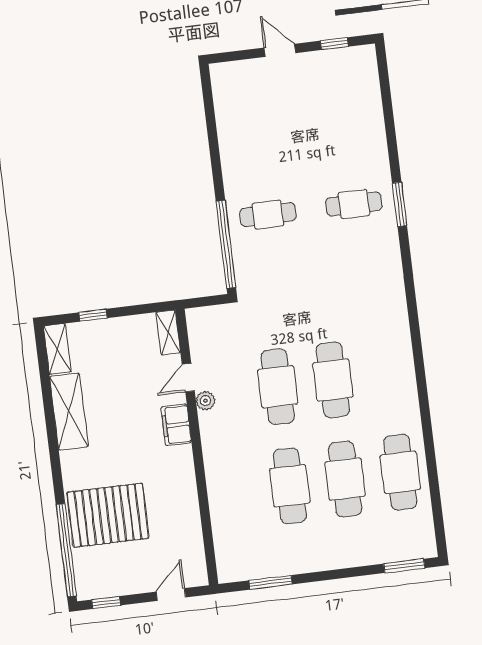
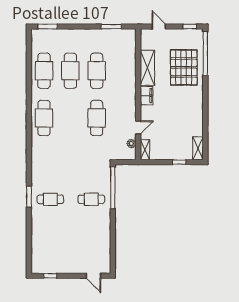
door: (280, 50) -> (93, 276), moved
cafe table: (333, 380) -> (44, 118), moved
plant: (205, 401) -> (131, 144), moved
shelving: (69, 412) -> (147, 68), moved
filing cabinet: (176, 425) -> (147, 96), moved
pallet: (108, 515) -> (184, 67), turned 90
door: (171, 595) -> (159, 27), swing flipped

